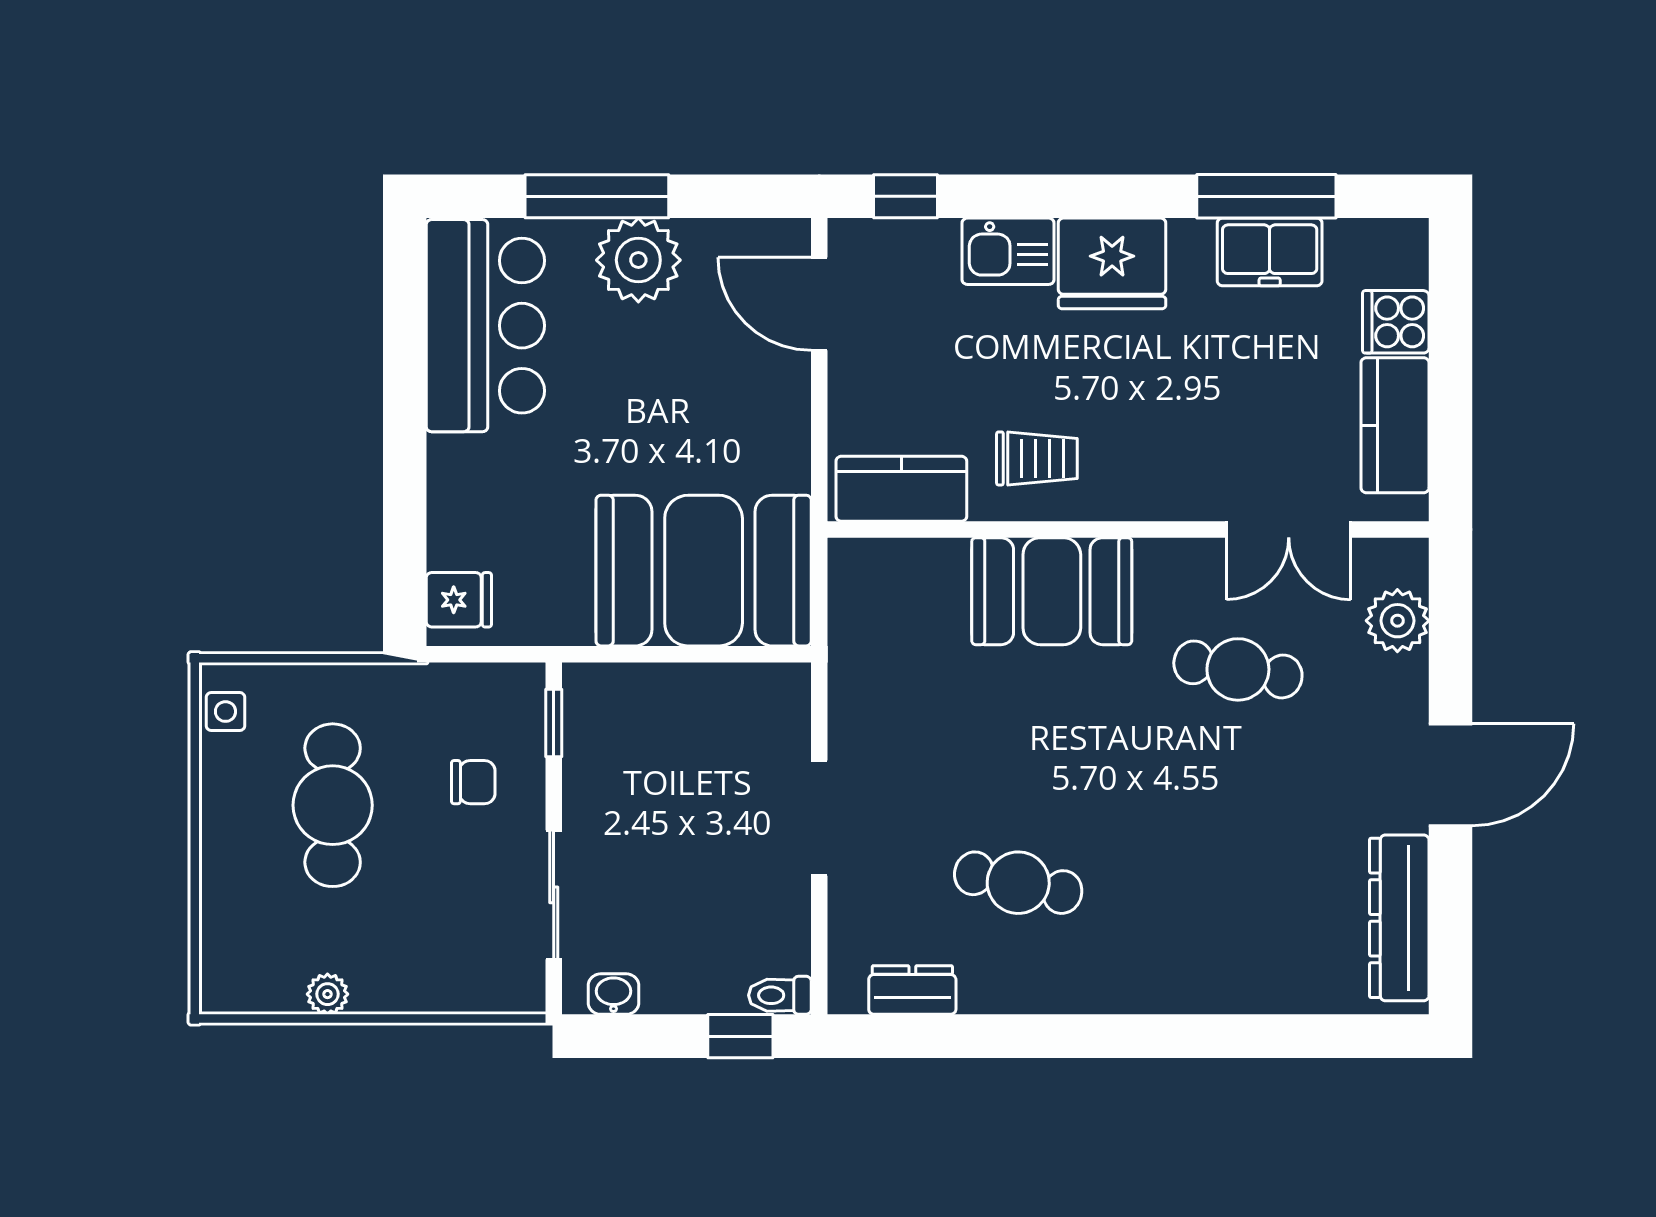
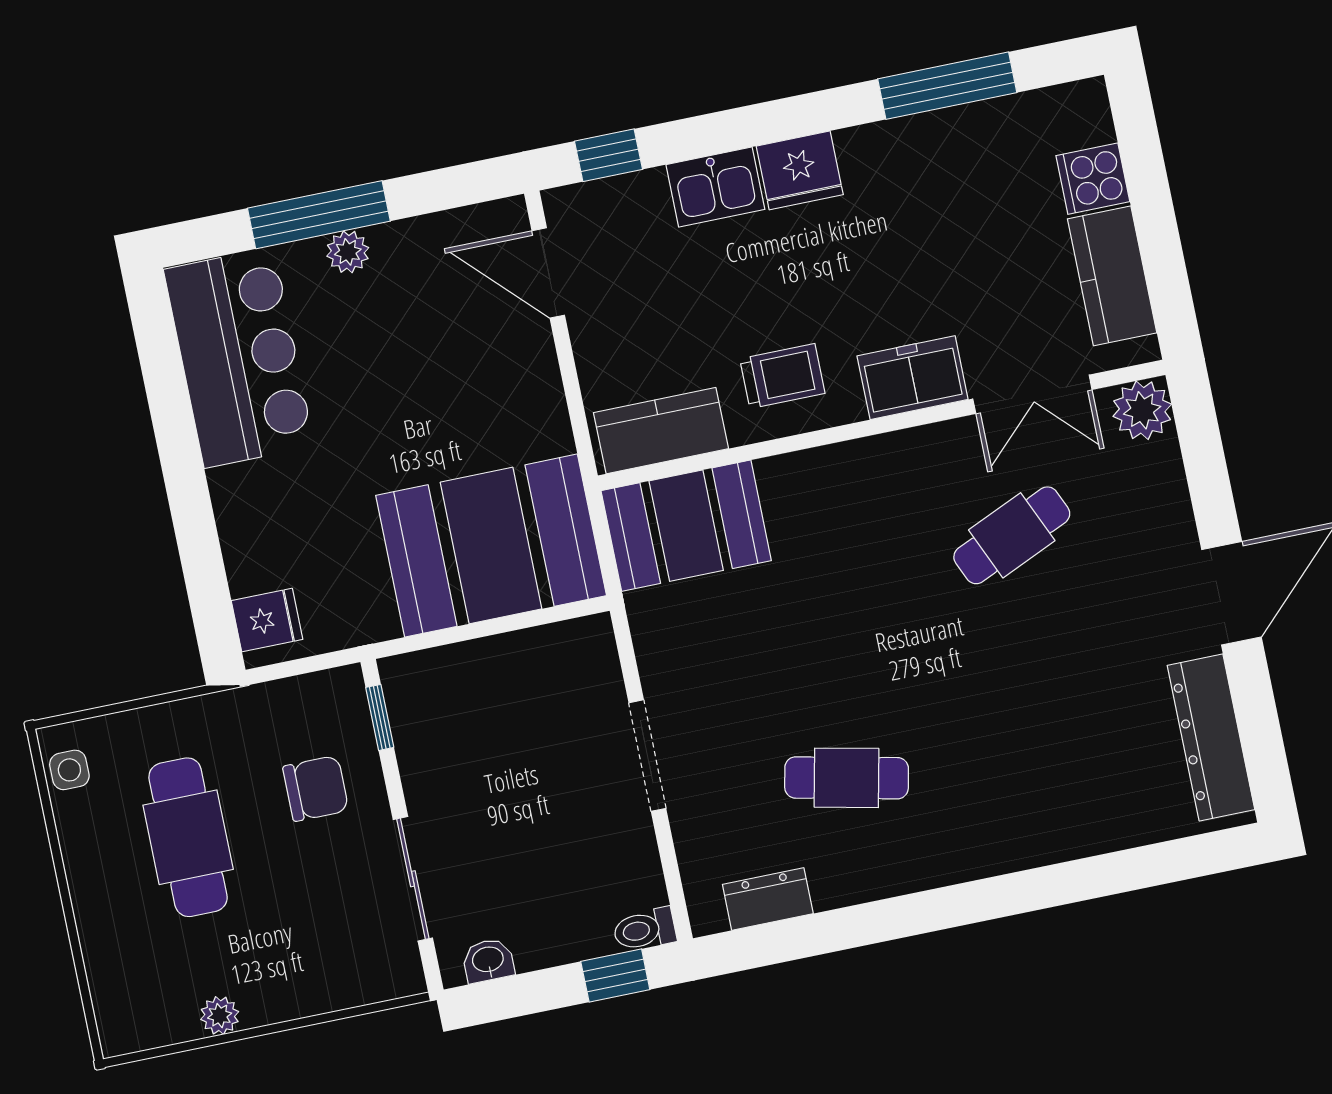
freezer: (1270, 252) -> (913, 378), moved, turned 180
plant: (638, 260) -> (348, 252), width x0.53, depth x0.53
fridge: (1112, 263) -> (800, 170), width x0.73, depth x0.75
booth: (1052, 591) -> (686, 526), moved
plant: (1397, 621) -> (1142, 410), moved
cafe table: (1238, 669) -> (1012, 535), turned -33
chair: (473, 782) -> (316, 788), width x1.37, depth x1.37

